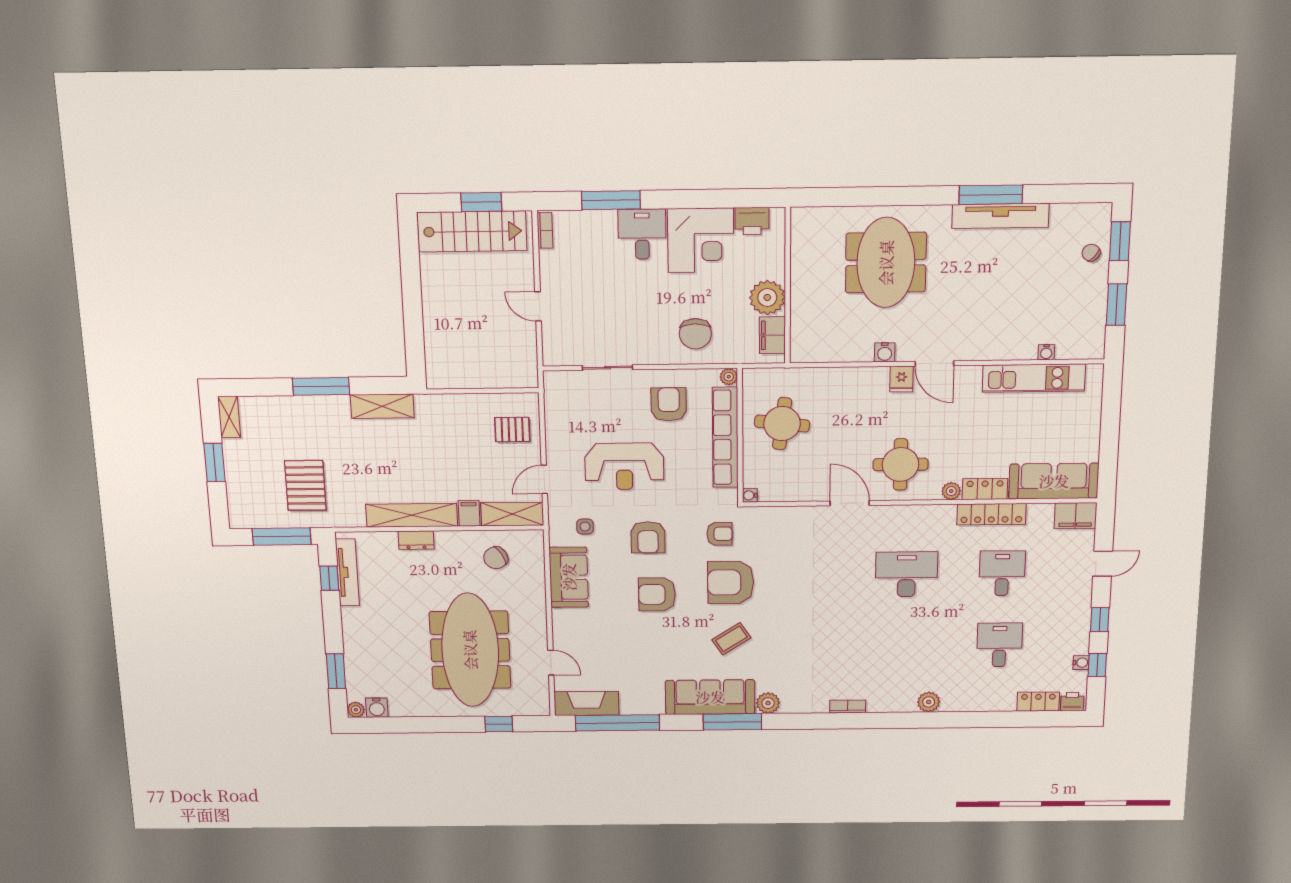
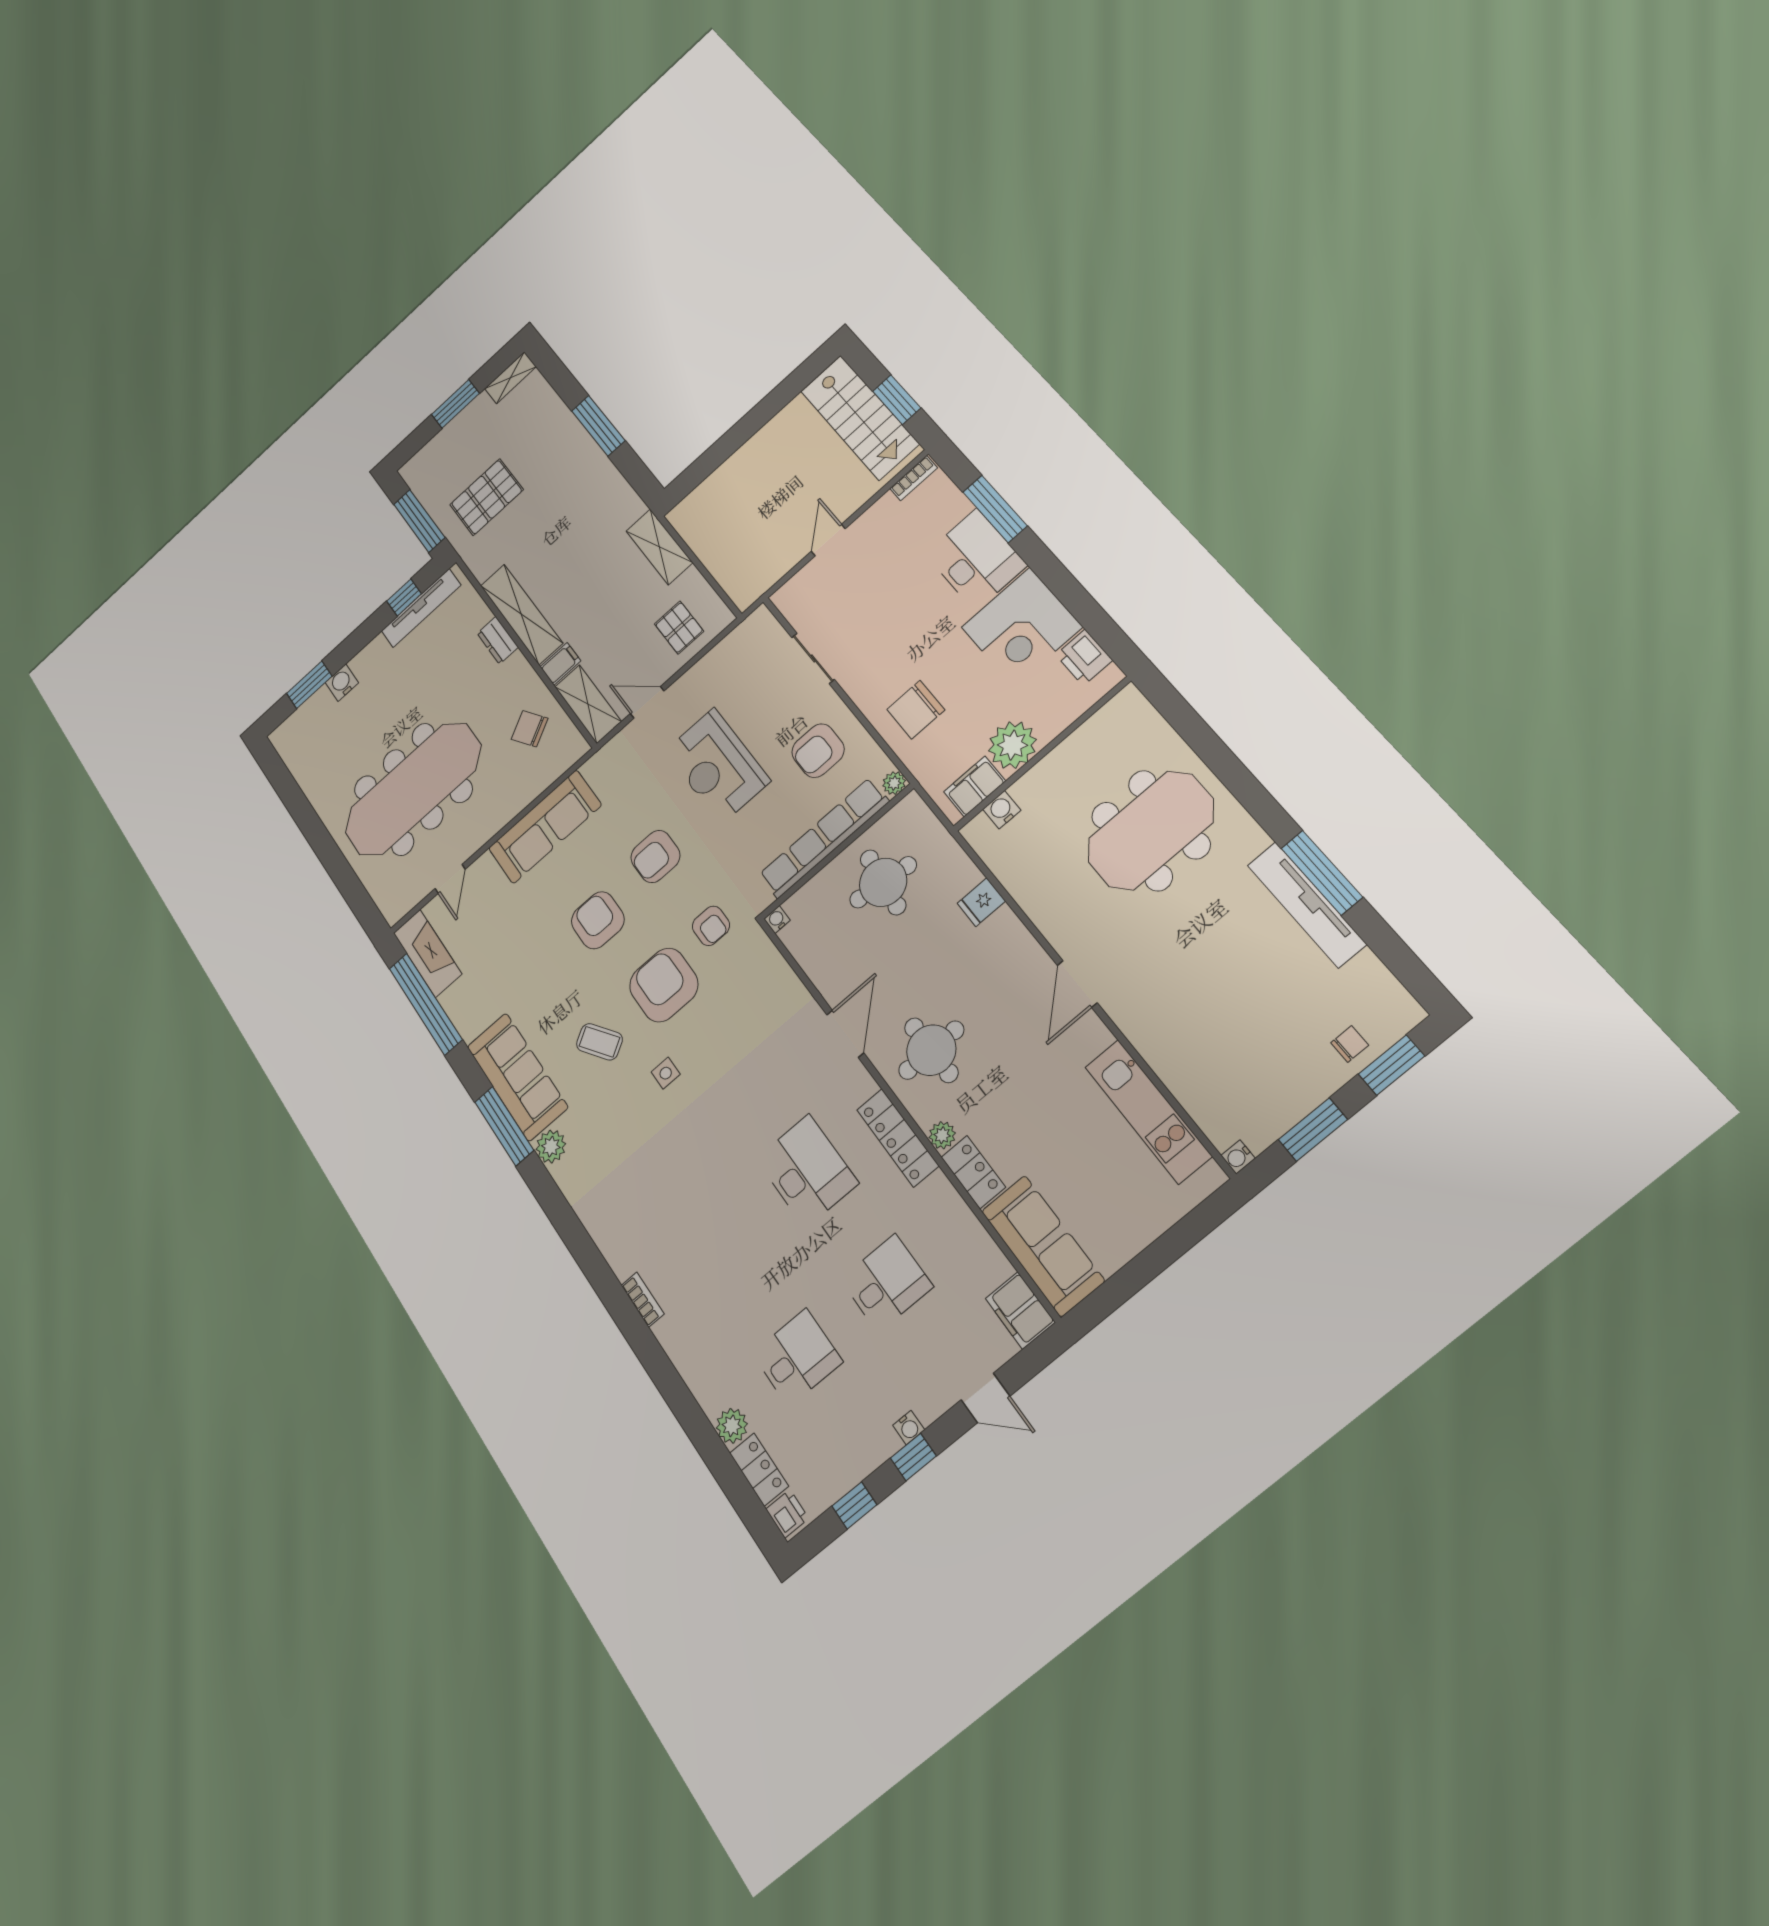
desk: (642, 234) -> (976, 560), width x1.37
chair: (1091, 253) -> (1350, 1044), turned 49
water cooler: (885, 352) -> (1002, 810), moved, turned 90
water cooler: (1046, 352) -> (1238, 1157), moved
fridge: (901, 379) -> (981, 902), moved
armchair: (669, 404) -> (818, 751), turned 180
shelving: (382, 406) -> (659, 547), moved
locker: (991, 514) -> (898, 1138), moved
side table: (585, 527) -> (666, 1073), moved
sofa: (569, 577) -> (545, 827), width x1.36
water cooler: (1081, 663) -> (909, 1428), moved
plant: (929, 702) -> (732, 1426), moved
bookcase: (848, 706) -> (643, 1300), moved
water cooler: (377, 708) -> (342, 683), moved, turned 90
plant: (356, 710) -> (280, 737), removed
window: (499, 724) -> (349, 885), removed

